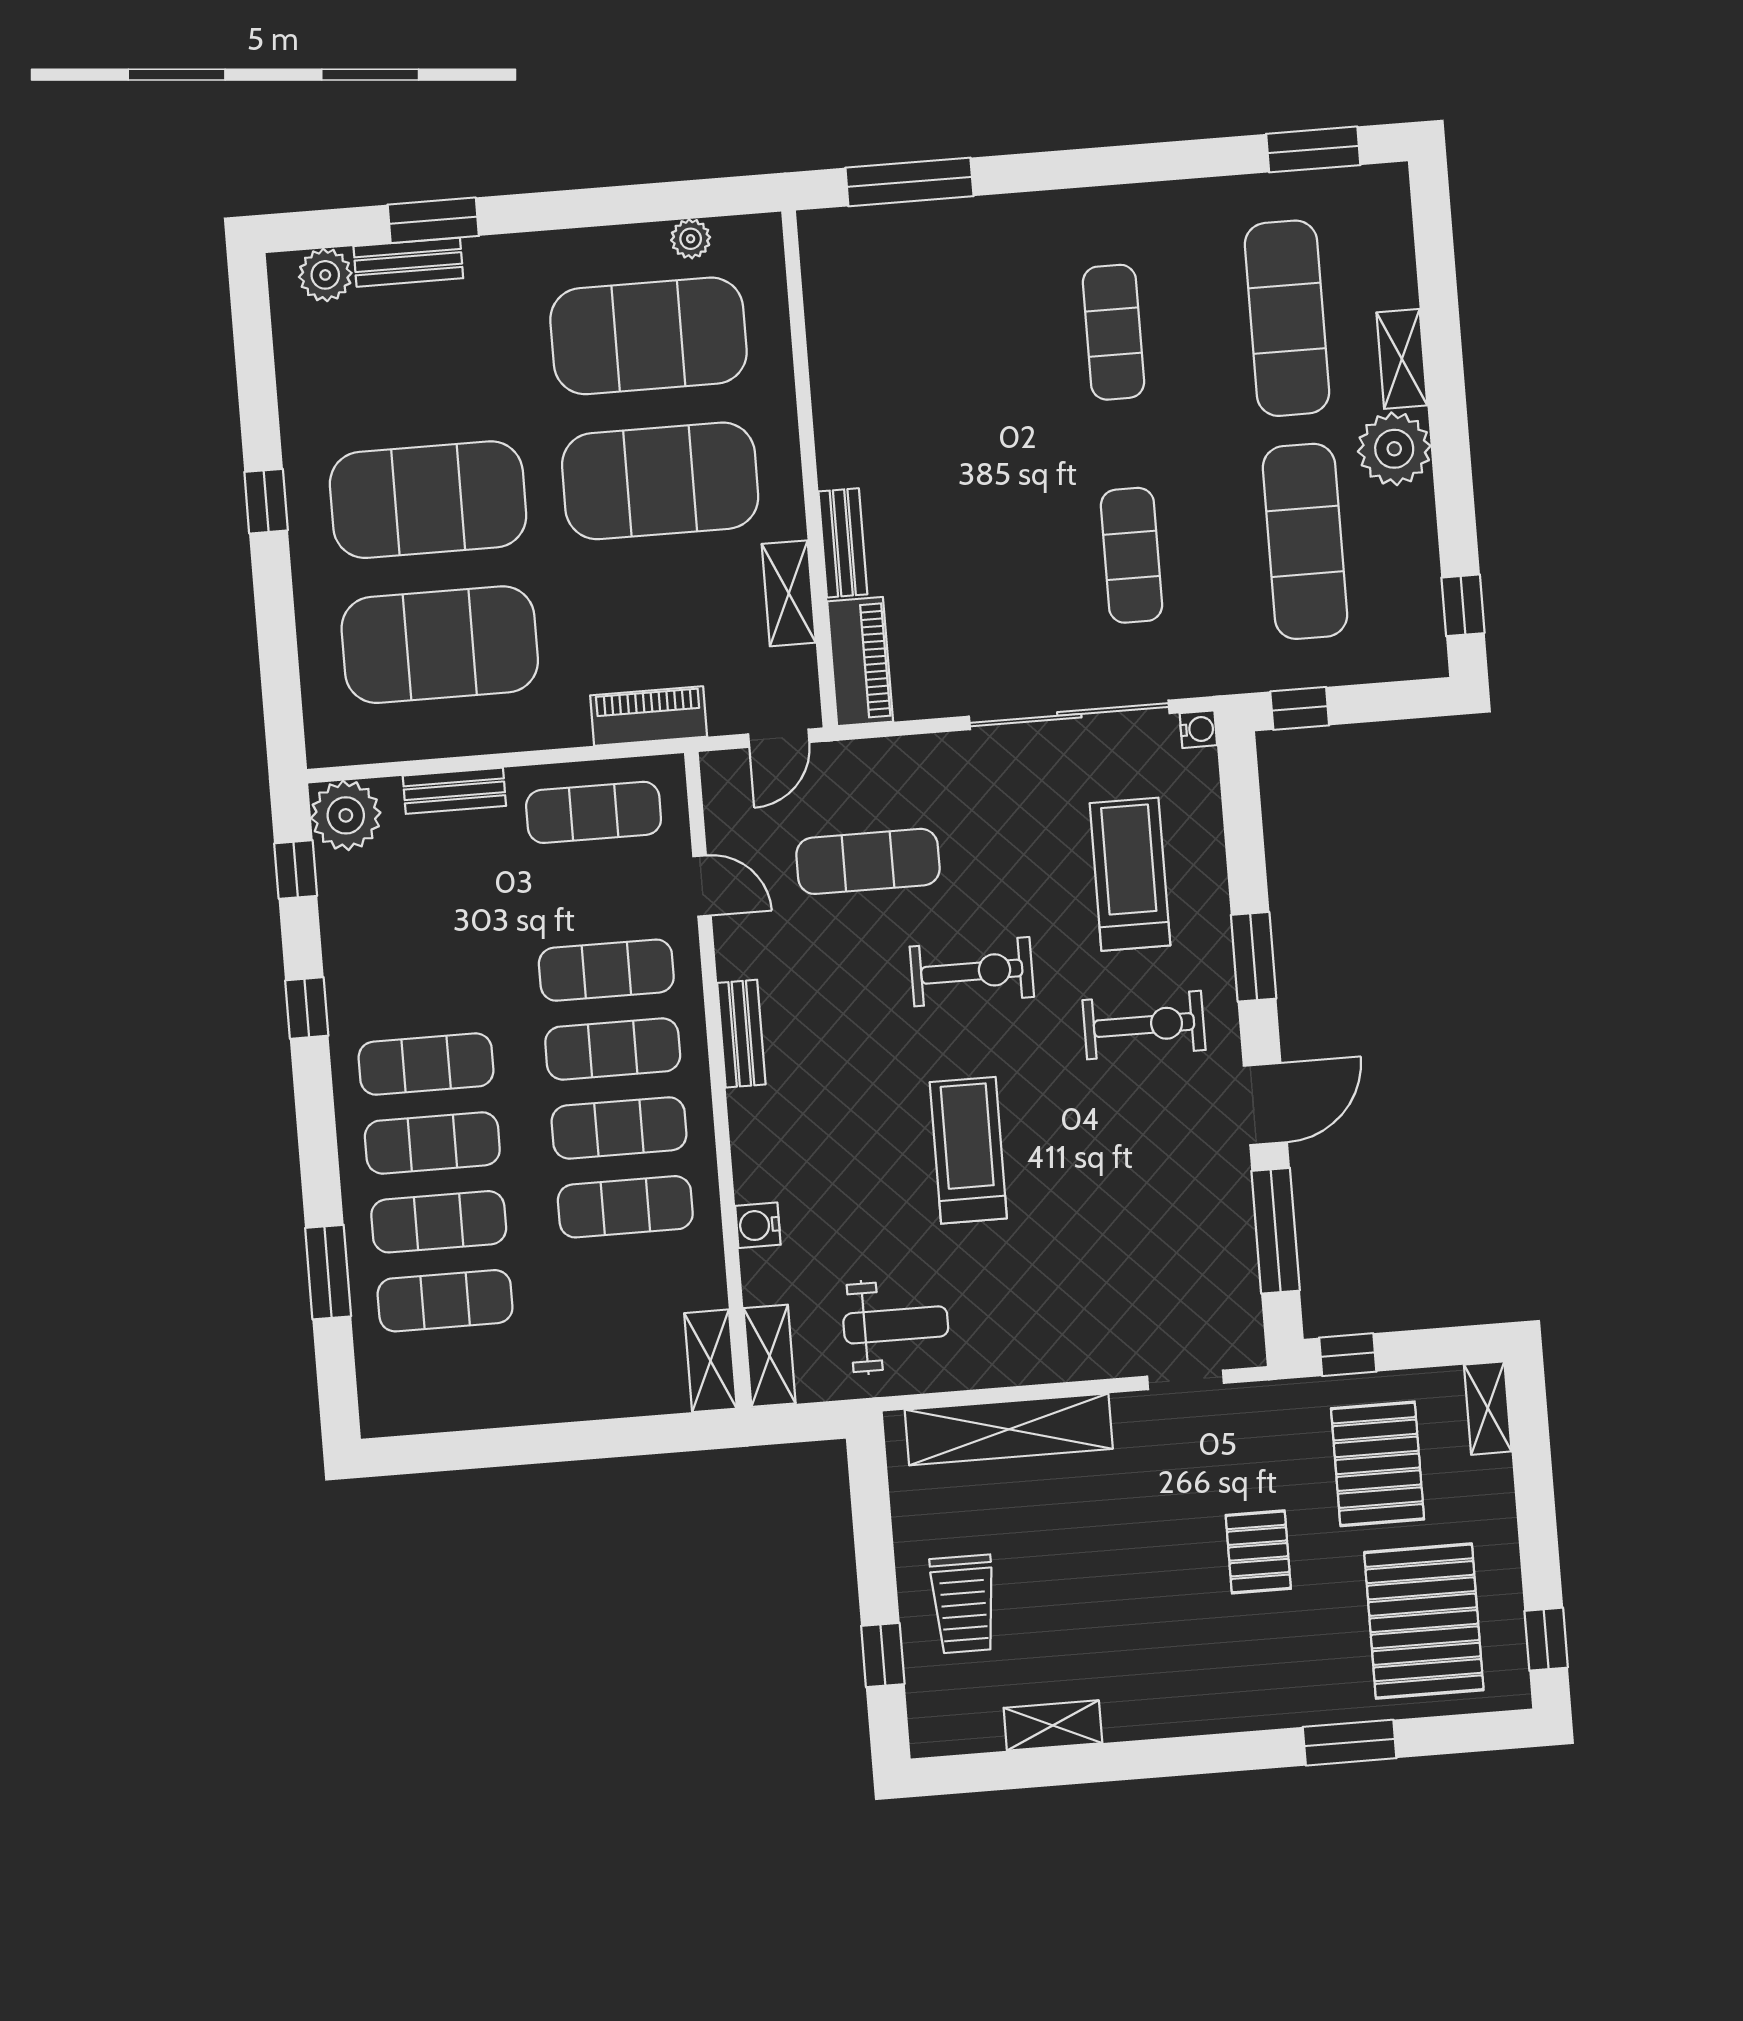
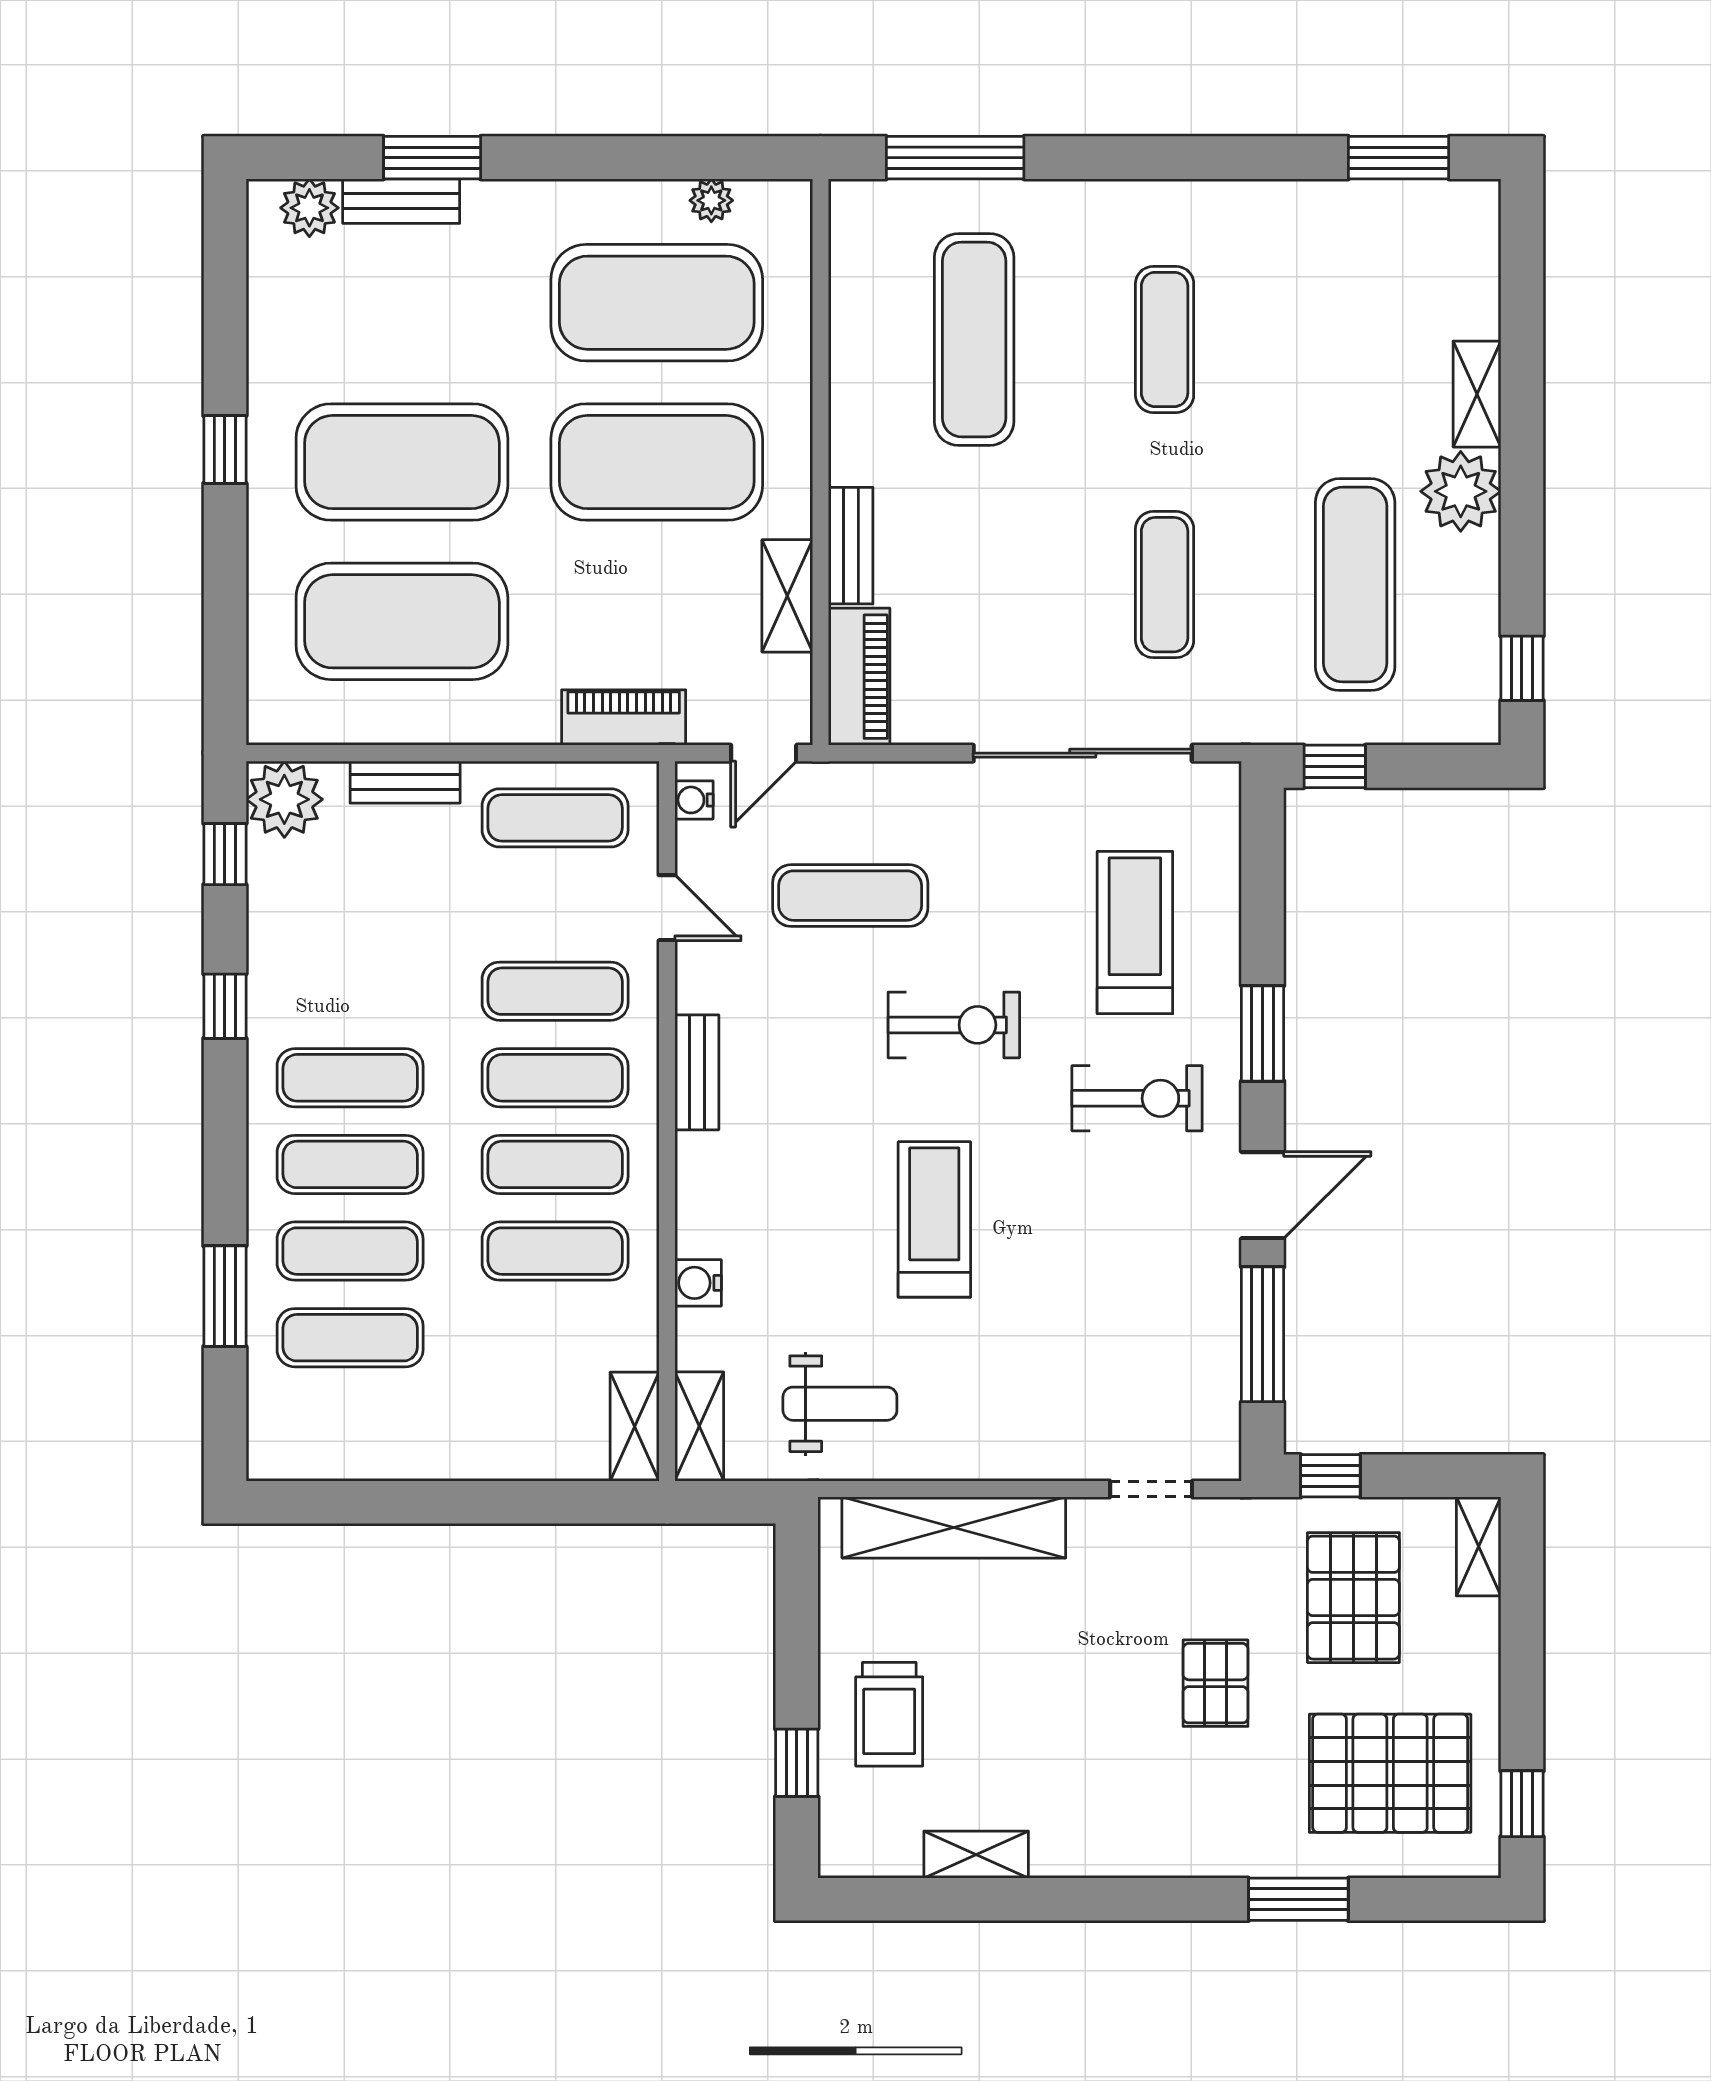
exercise mat: (1287, 318) -> (974, 339), moved
water cooler: (1198, 729) -> (694, 800), moved, turned 180
pallet: (1424, 1621) -> (1390, 1773), turned 90

